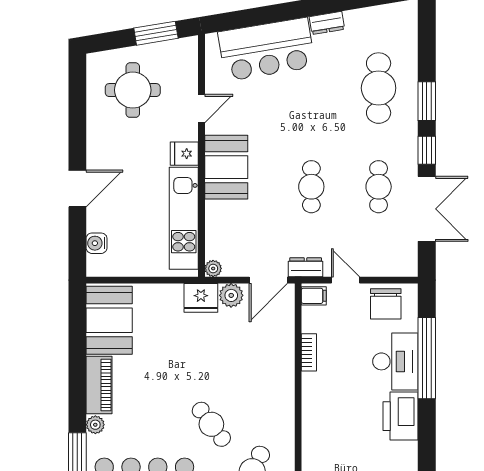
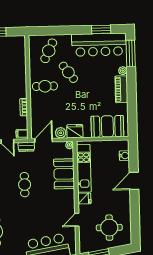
booth: (226, 167) -> (64, 174), moved
booth: (109, 320) -> (107, 126), moved, turned 90
cafe table: (262, 396) -> (45, 86), added

